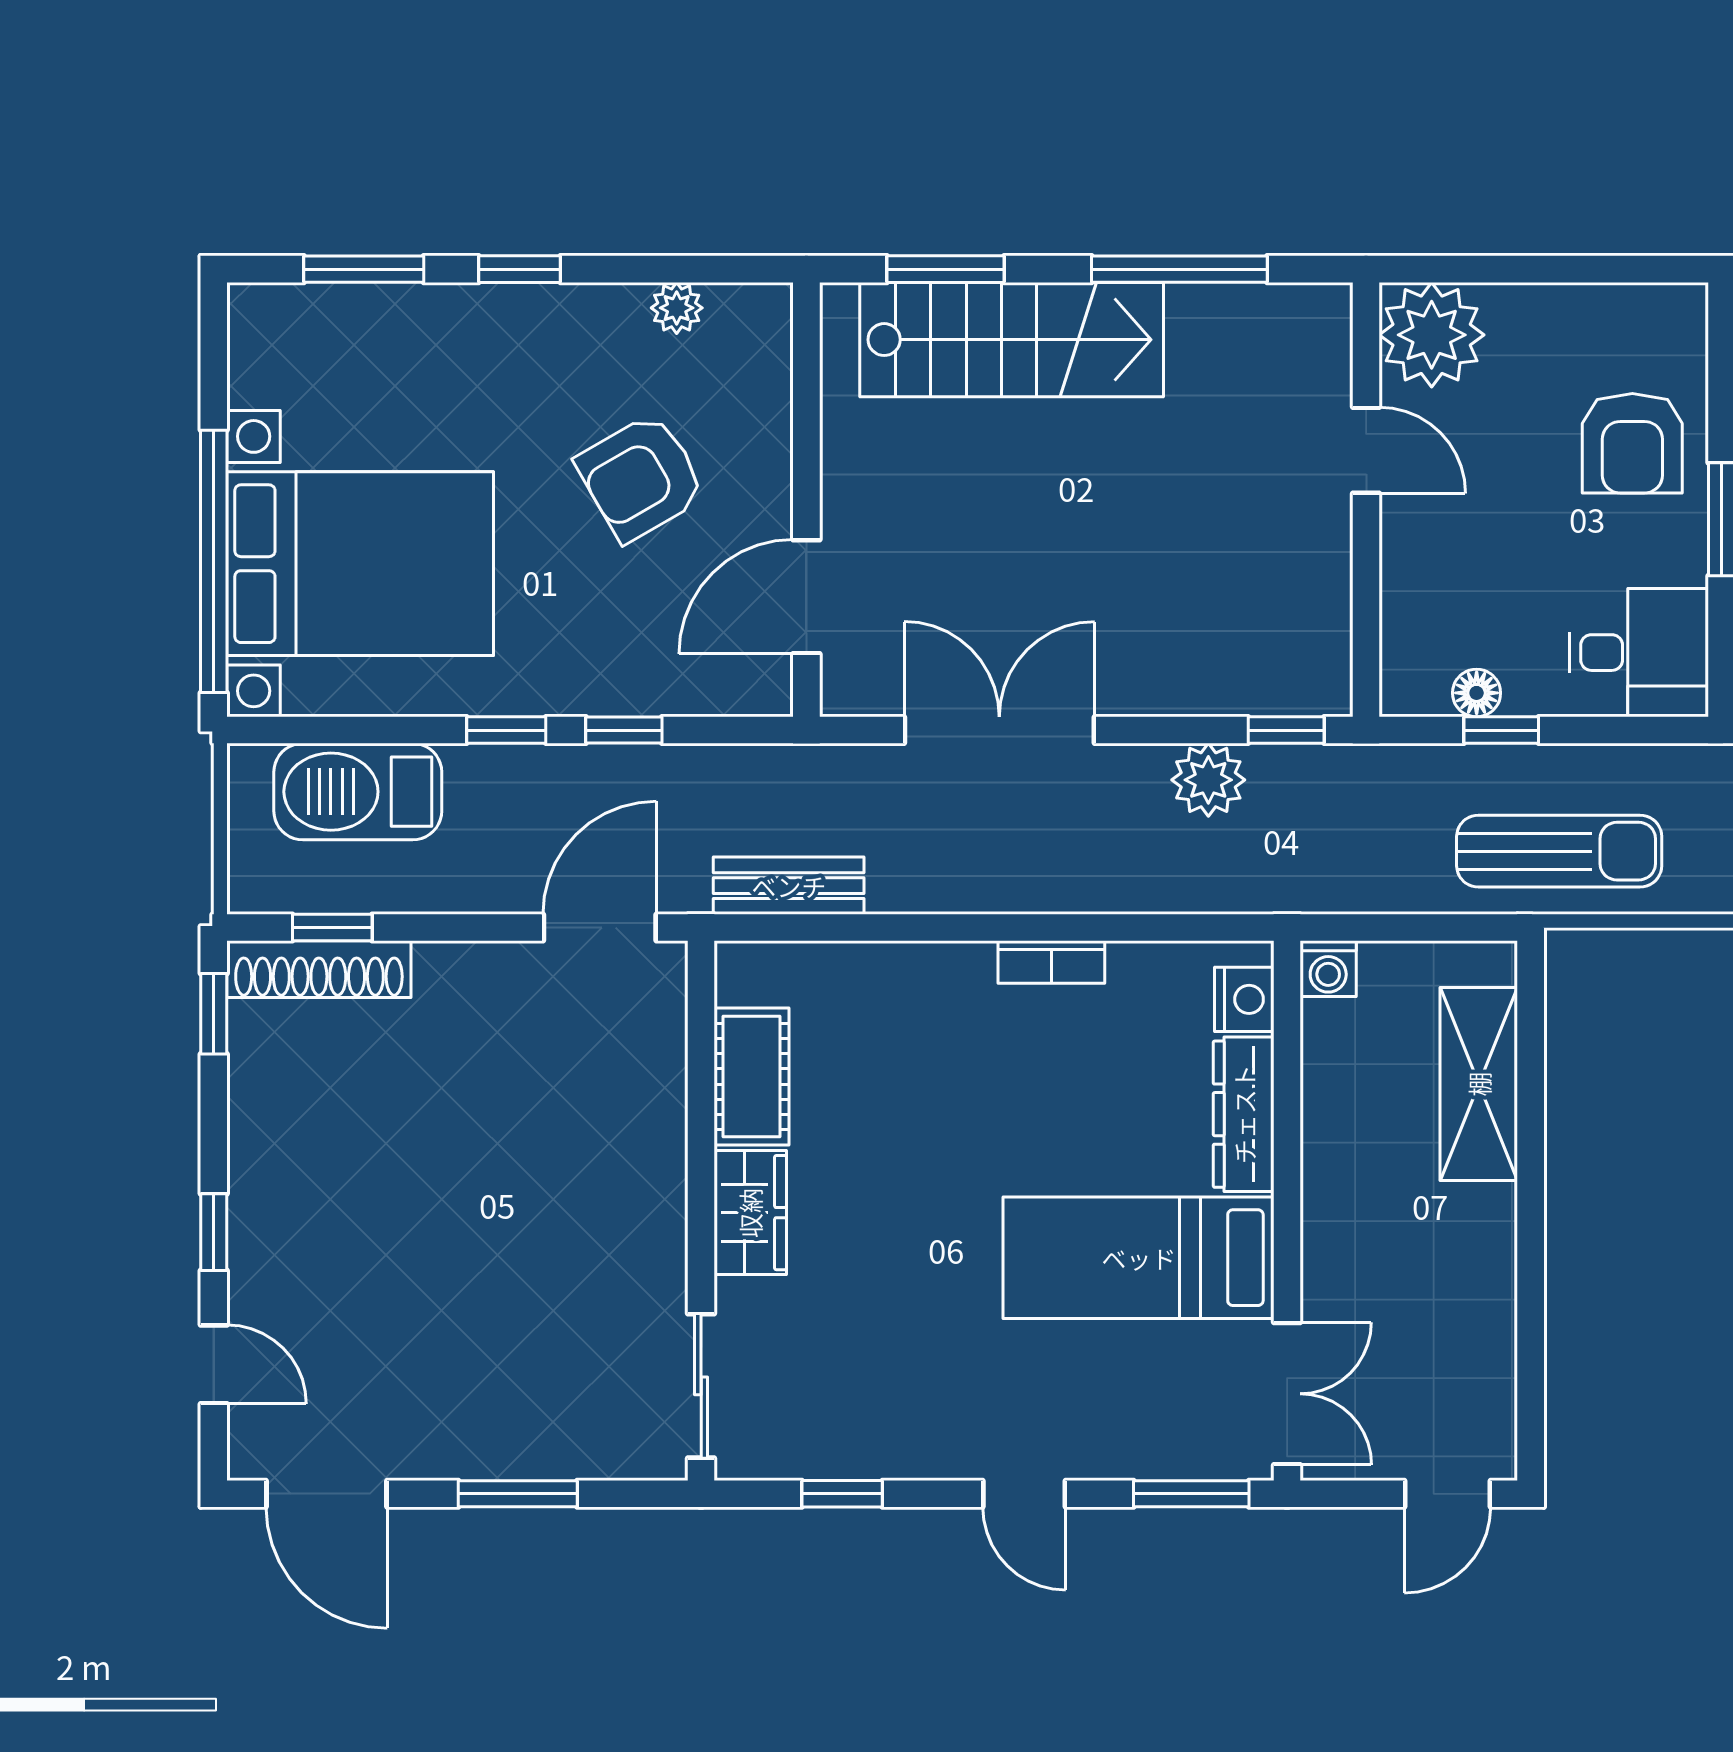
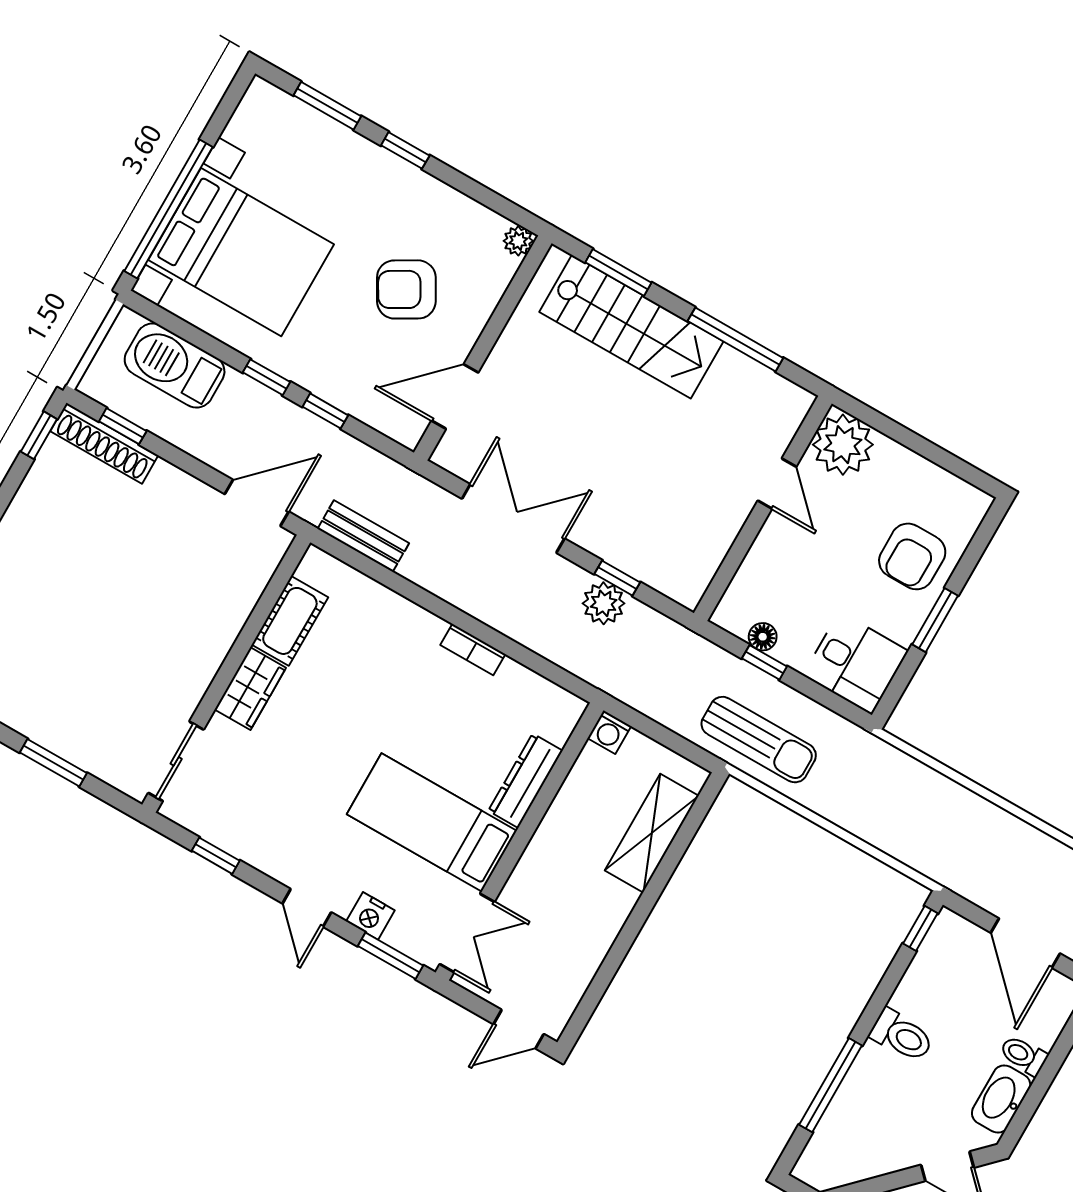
plant: (677, 308) -> (518, 241), moved
window: (1286, 730) -> (617, 578), moved
nightstand: (1244, 999) -> (370, 916), moved, turned 90

